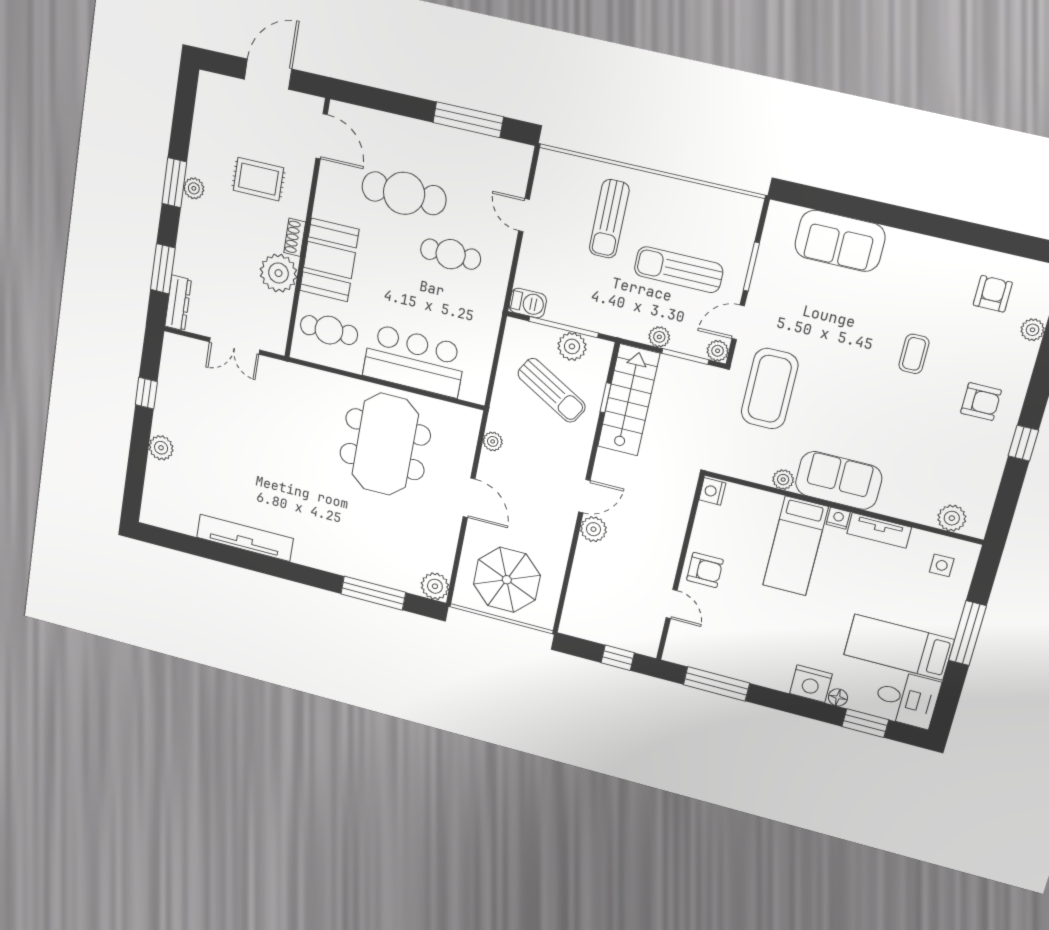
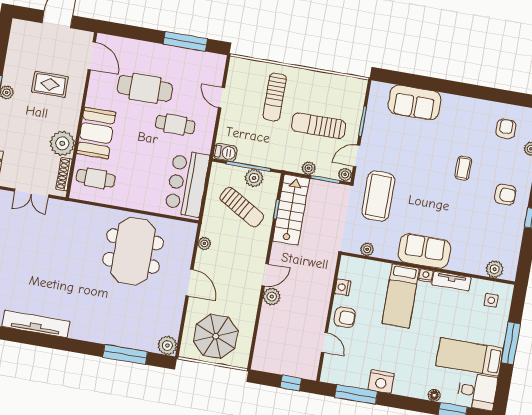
shoe rack: (295, 237) -> (64, 174), moved, width x1.43
bar counter: (414, 361) -> (187, 183), moved, turned -90
plant: (783, 480) -> (367, 249), moved
nightstand: (712, 491) -> (343, 287), moved
nightstand: (811, 684) -> (381, 382), moved

